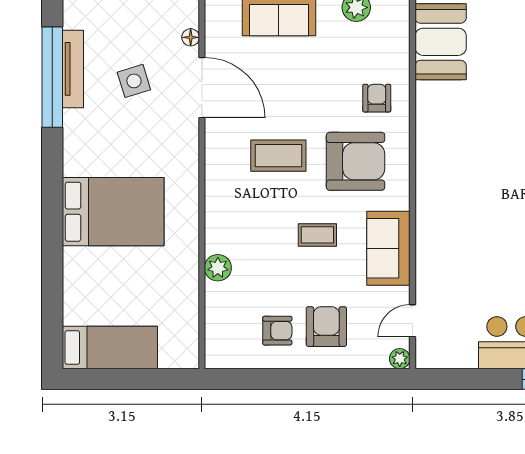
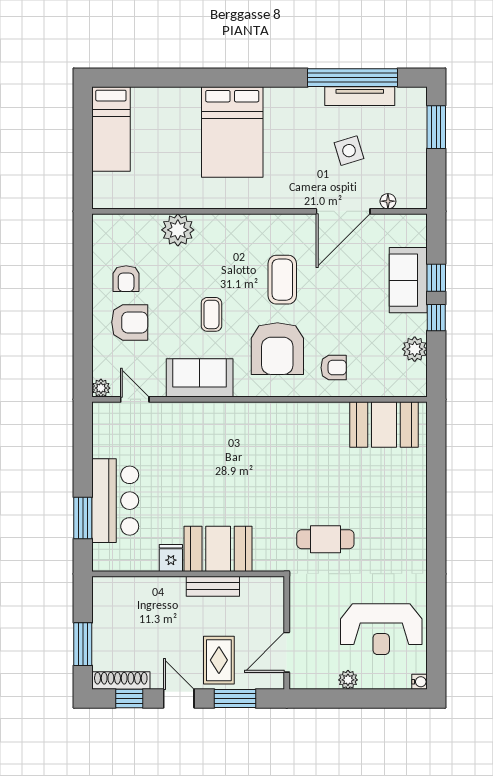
plant: (218, 268) -> (178, 230), width x1.36, depth x1.36

